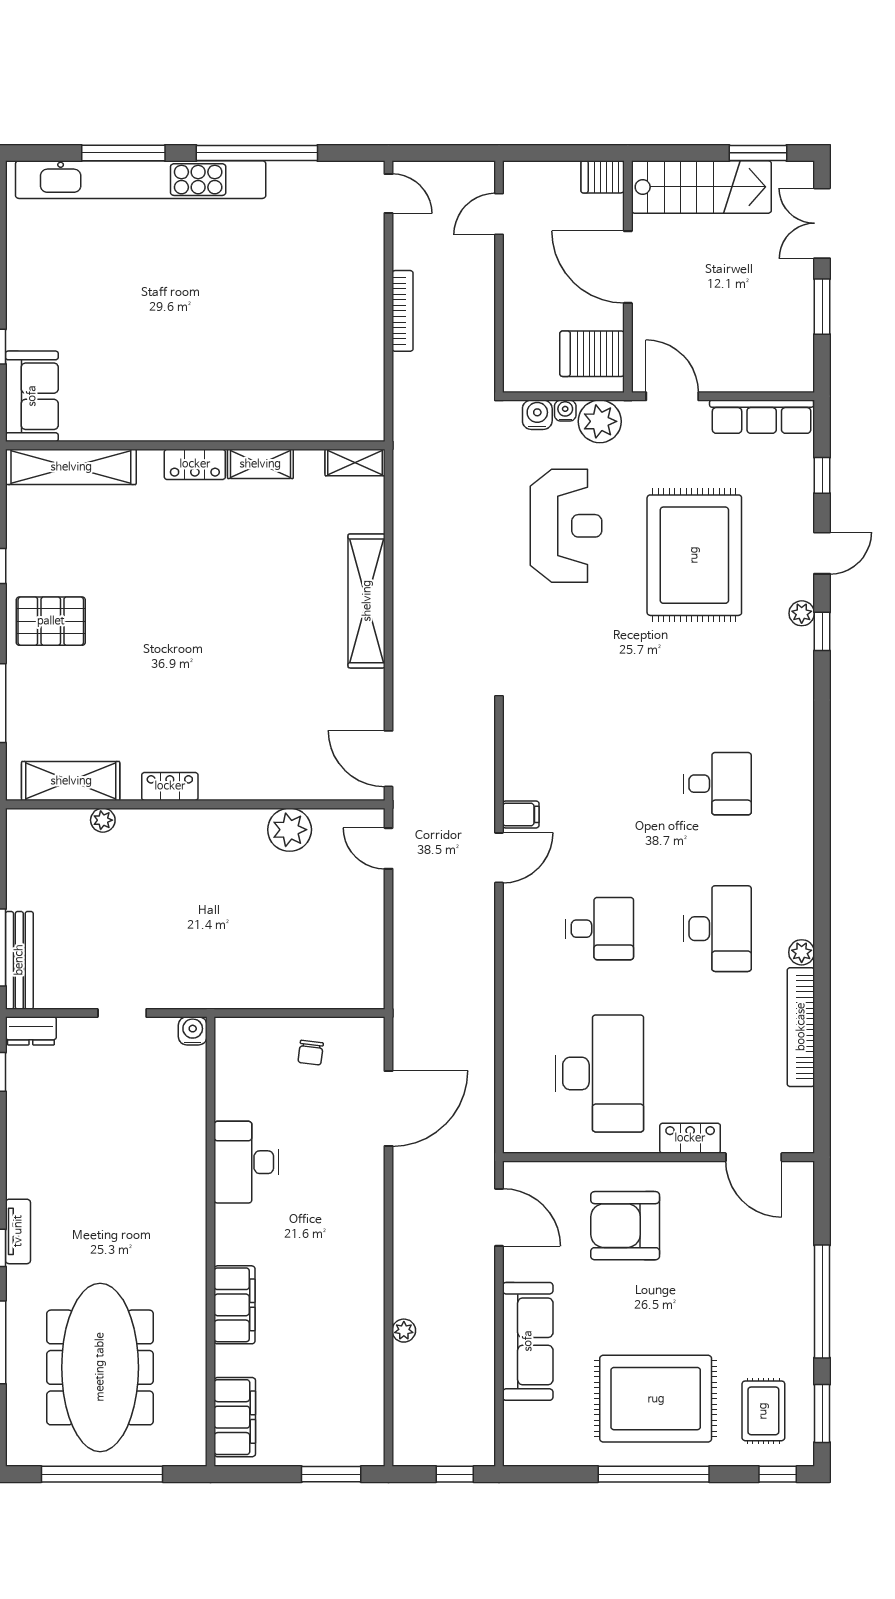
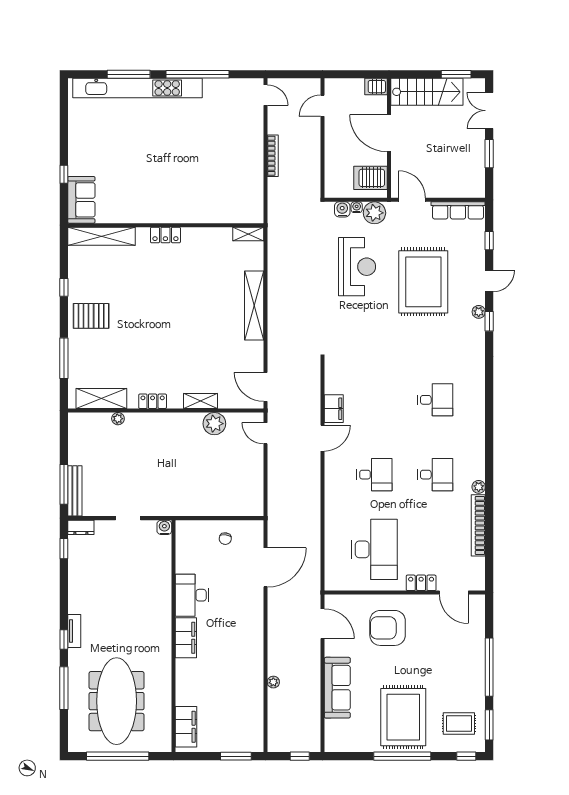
shelving: (260, 464) -> (200, 401), moved
filing cabinet: (521, 814) -> (334, 409), width x2.00
desk: (717, 929) -> (435, 475), width x0.73
filing cabinet: (235, 1305) -> (186, 638), moved
rug: (656, 1399) -> (403, 717), turned 90
rug: (763, 1411) -> (459, 724), turned 90

